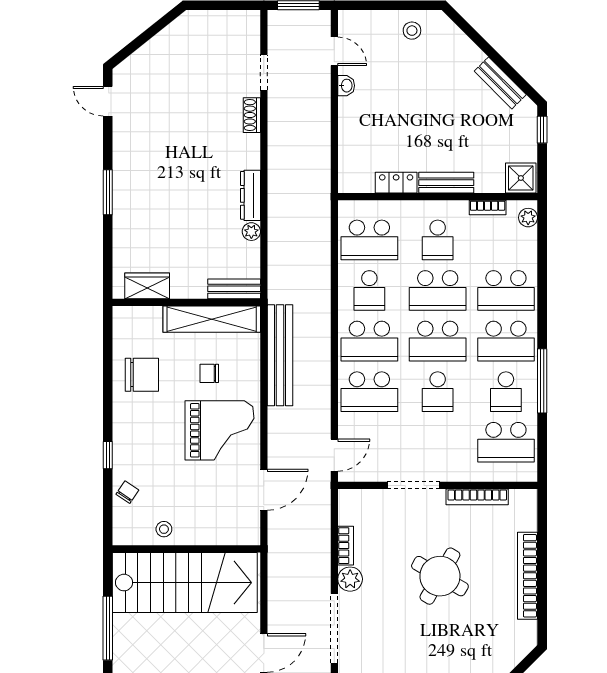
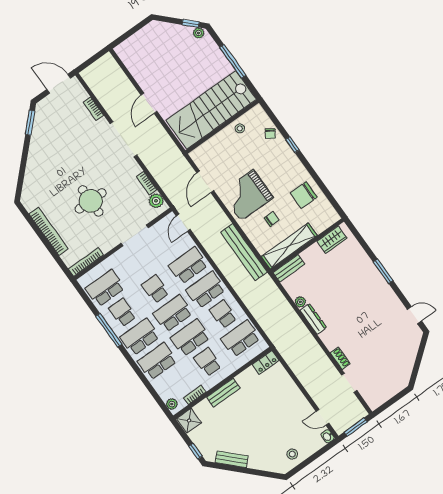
washbasin: (346, 86) -> (328, 436), moved
locker: (396, 183) -> (266, 362), moved
bookcase: (477, 497) -> (86, 262), moved
round table: (440, 576) -> (91, 201), turned -30
plant: (350, 579) -> (156, 201), moved

